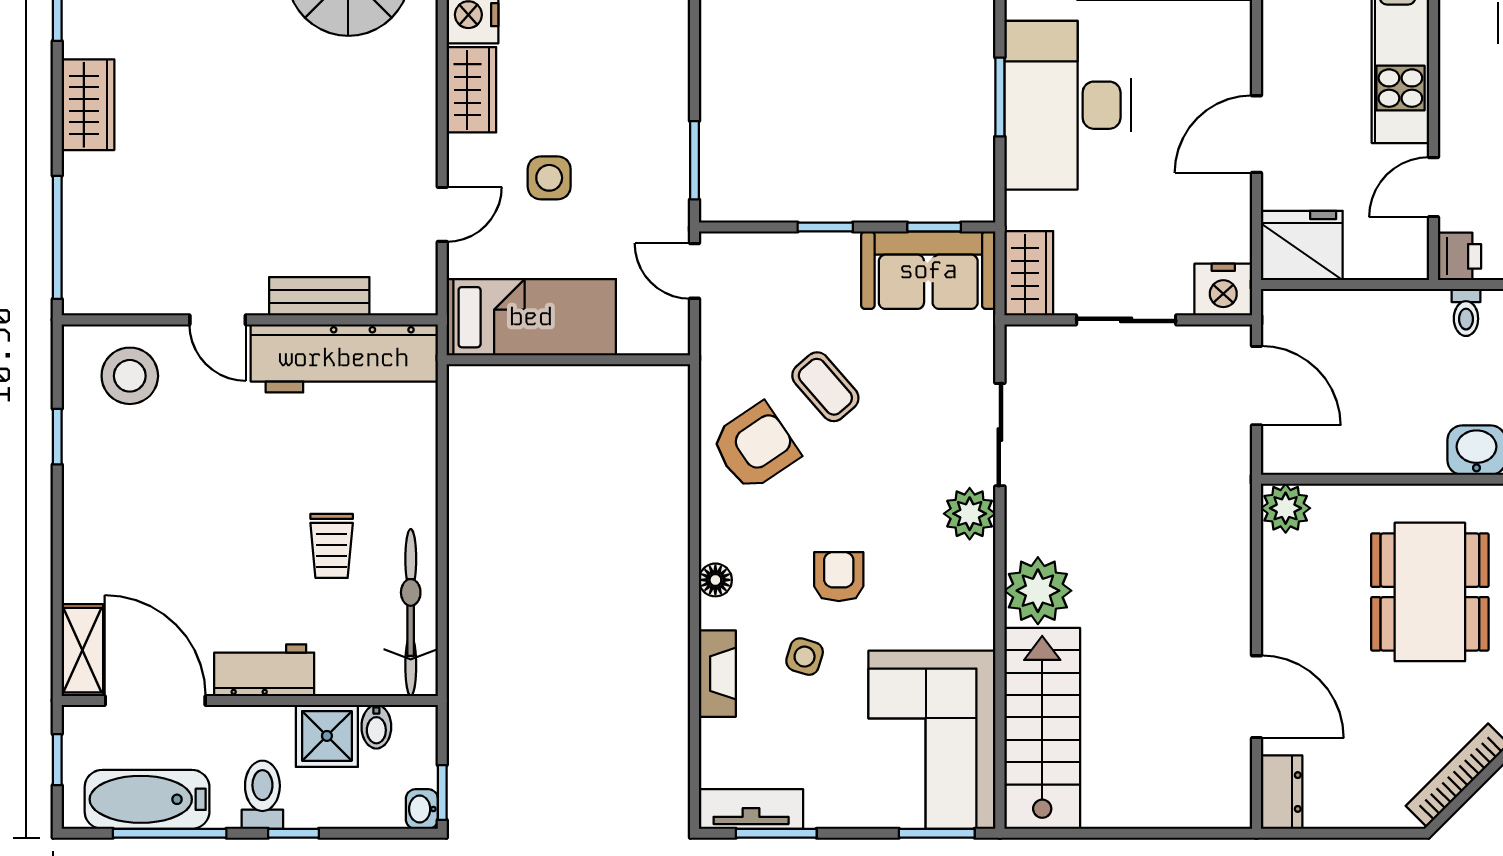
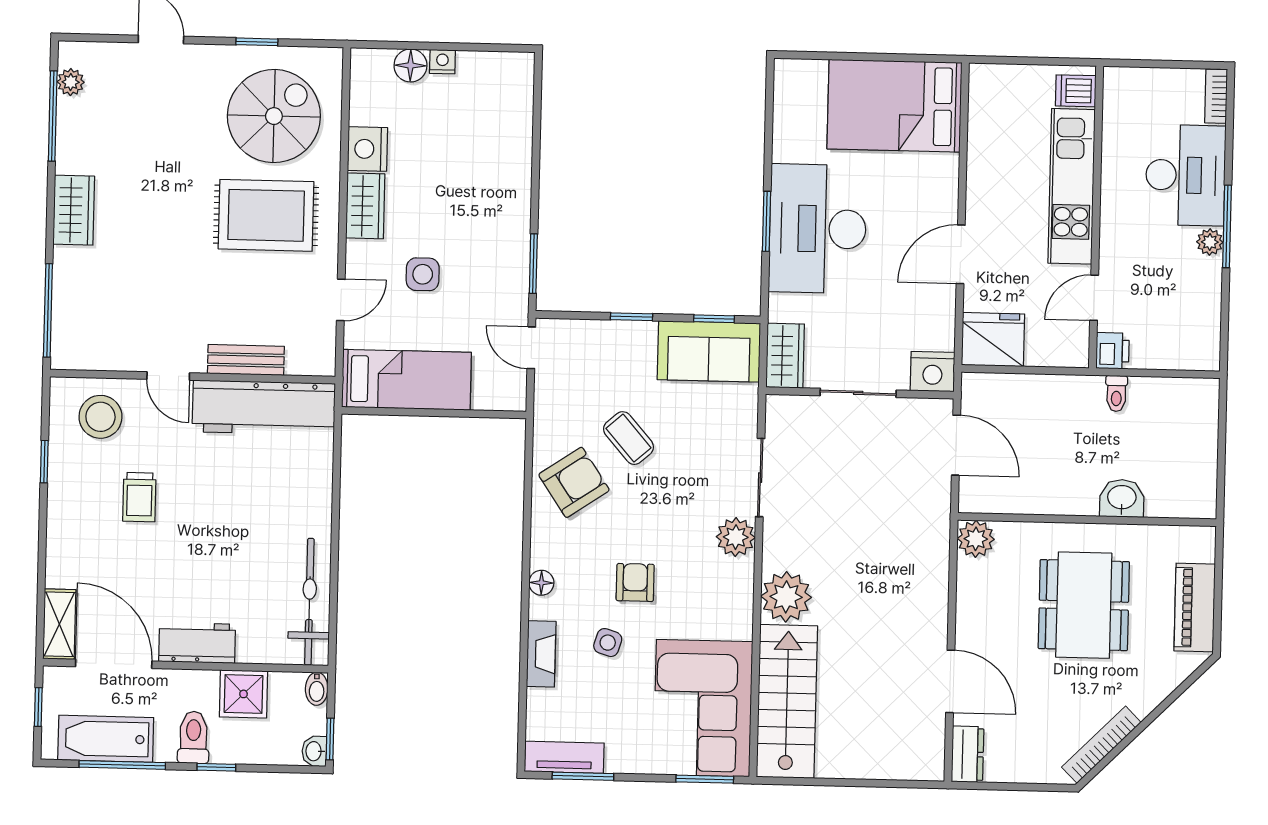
rug: (341, 105) -> (266, 215), added
trolley: (332, 546) -> (139, 497), moved
bidet: (376, 727) -> (317, 689), moved

